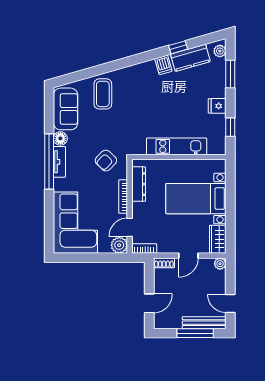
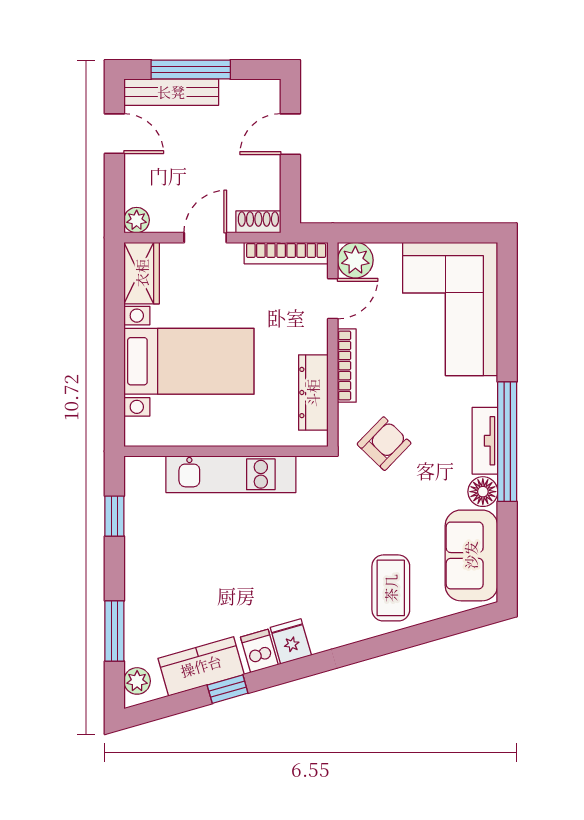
fridge: (217, 106) -> (291, 641), moved, turned -106
bookcase: (144, 248) -> (286, 253), width x1.56

